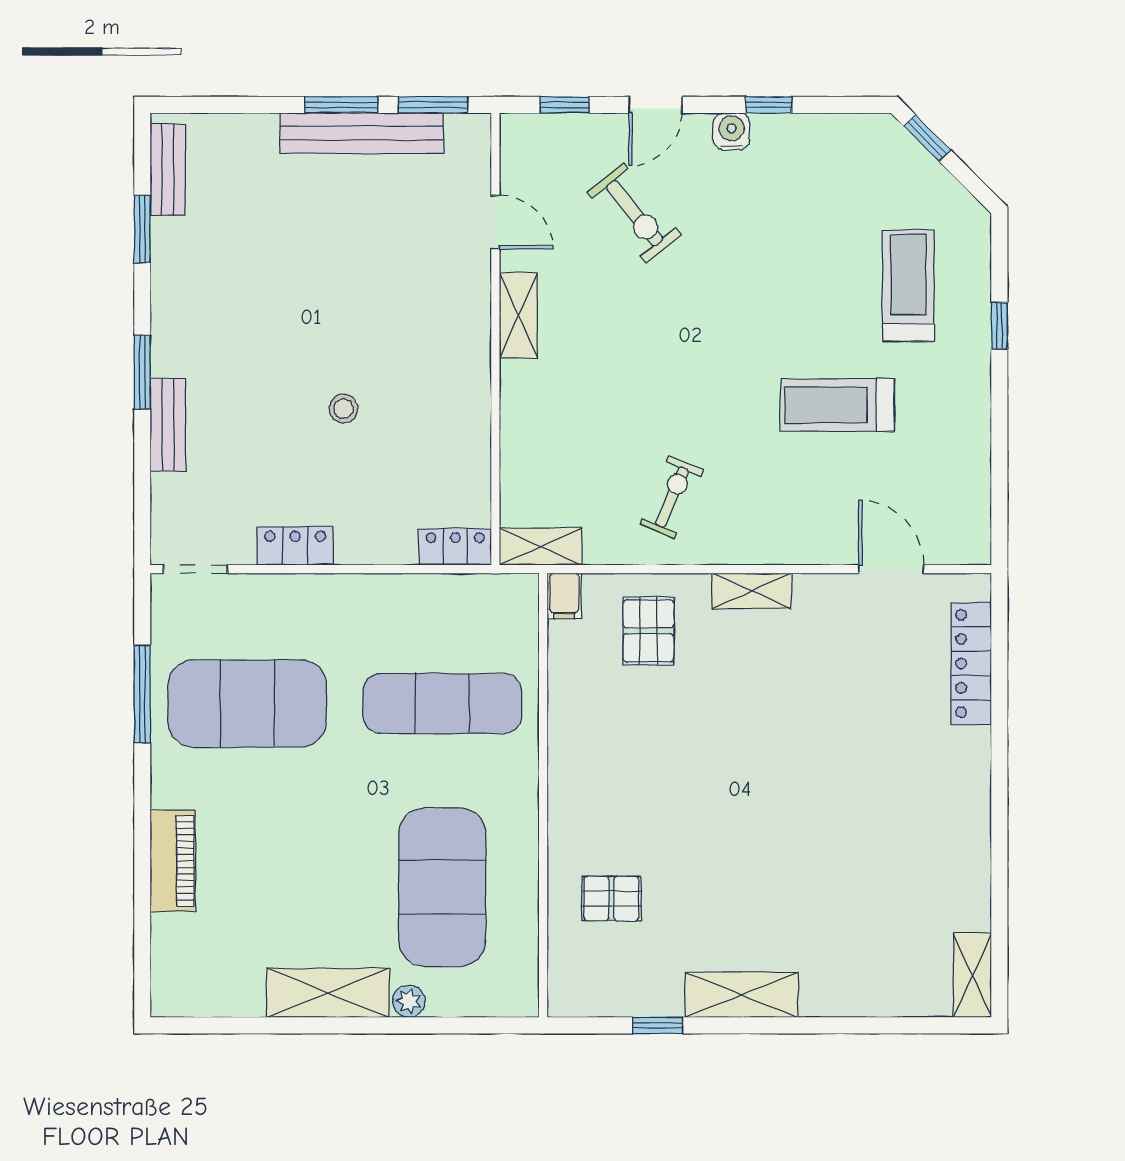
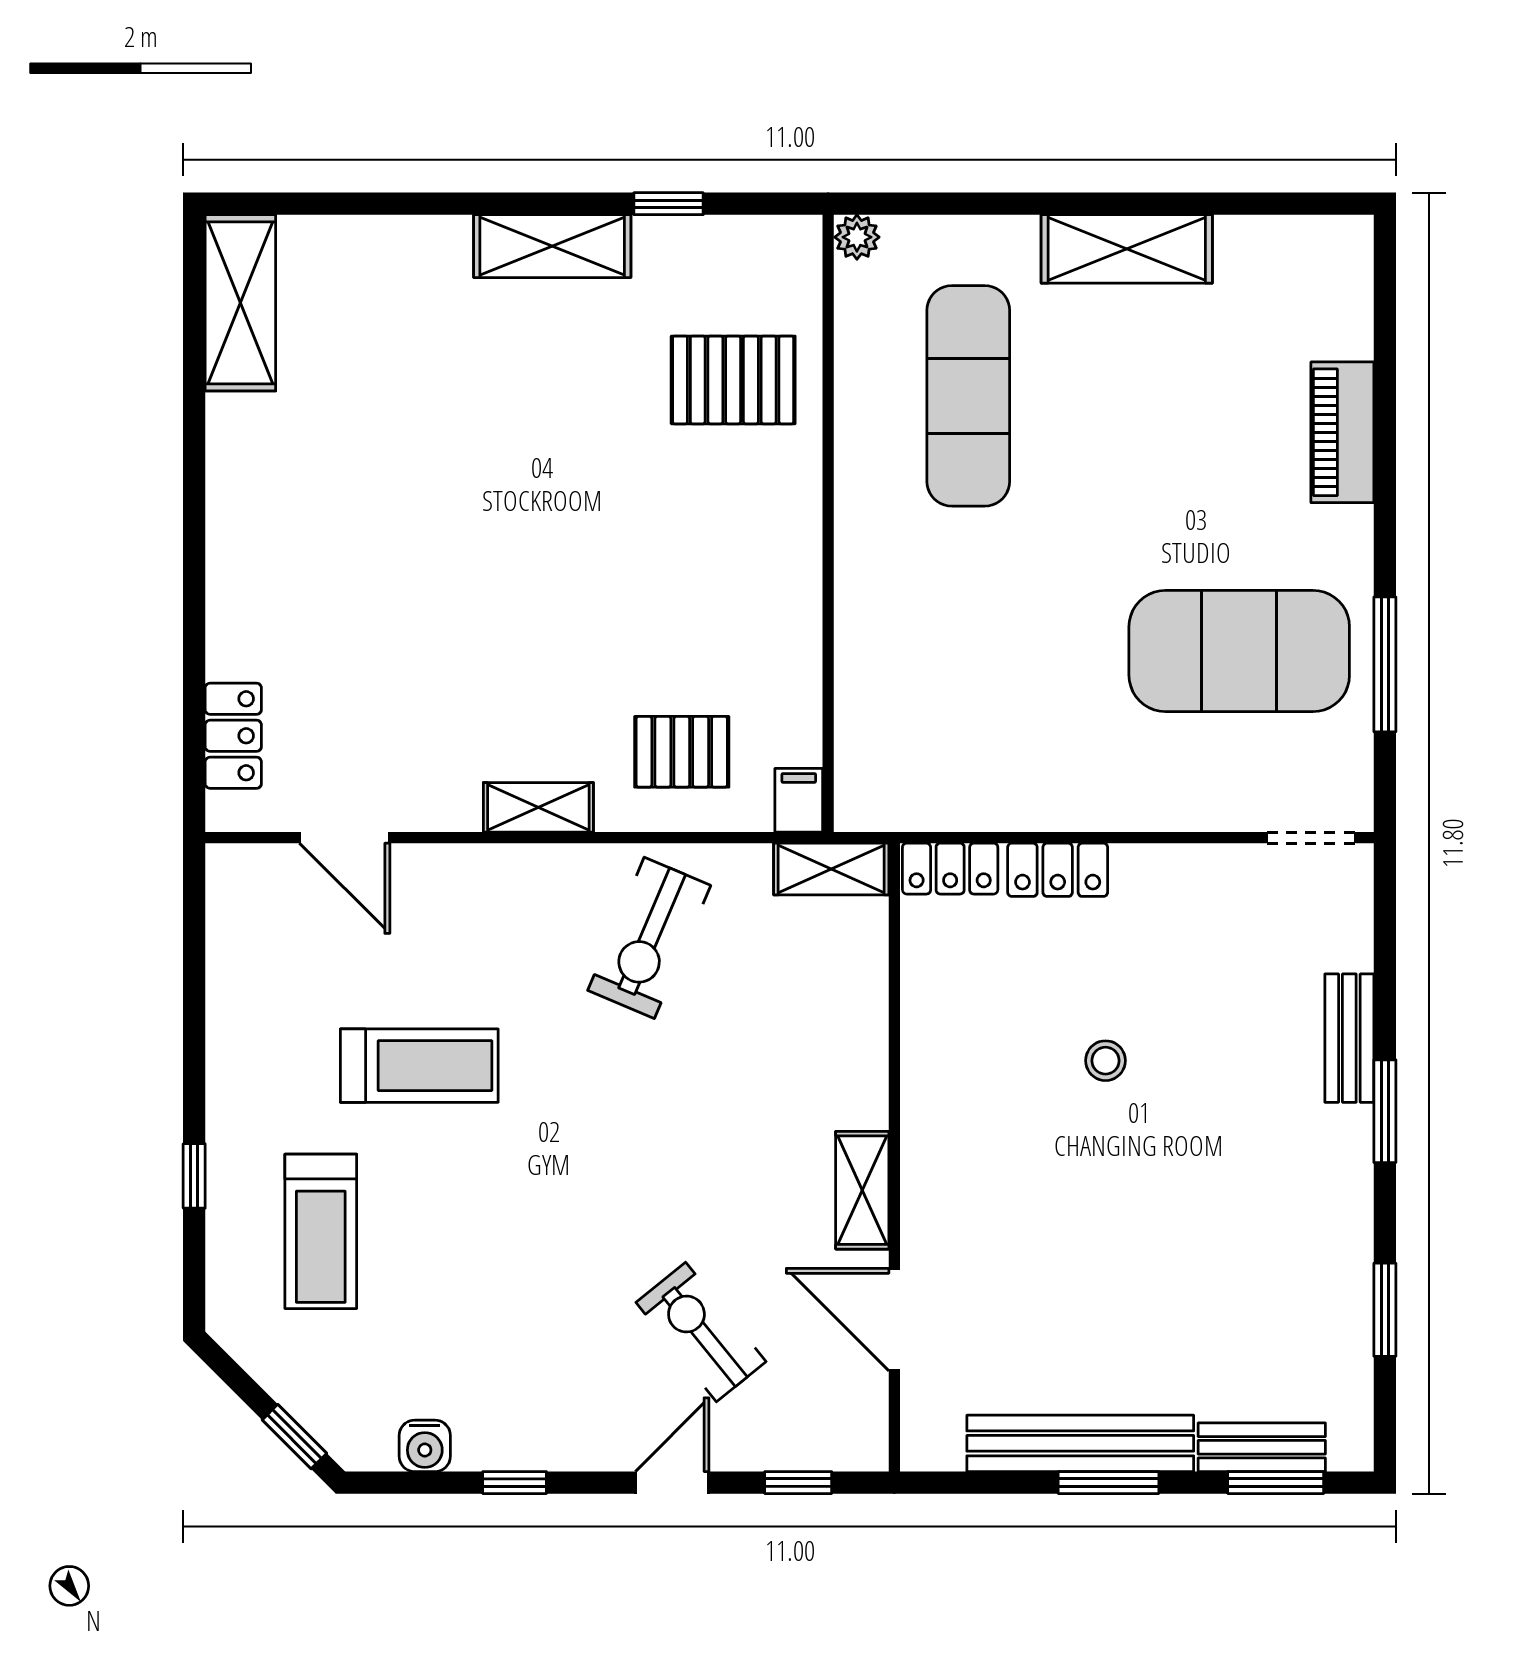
window: (433, 105) -> (1276, 1483), moved
water cooler: (732, 131) -> (425, 1446), moved
bench: (168, 170) -> (1262, 1447), moved, turned 90
door: (495, 222) -> (894, 1320), width x1.38
exercise bike: (672, 497) -> (649, 938), width x1.38, depth x1.39
locker: (295, 546) -> (1058, 870), moved
pallet: (648, 631) -> (682, 752), turned 90
locker: (971, 663) -> (233, 736), width x0.66
exercise mat: (442, 703) -> (968, 651), removed
exercise mat: (442, 887) -> (968, 396), width x0.68
pallet: (611, 899) -> (733, 380), width x1.50, depth x1.42
shelving: (972, 975) -> (240, 303), width x1.50, depth x1.33
plant: (409, 1001) -> (857, 237), moved

